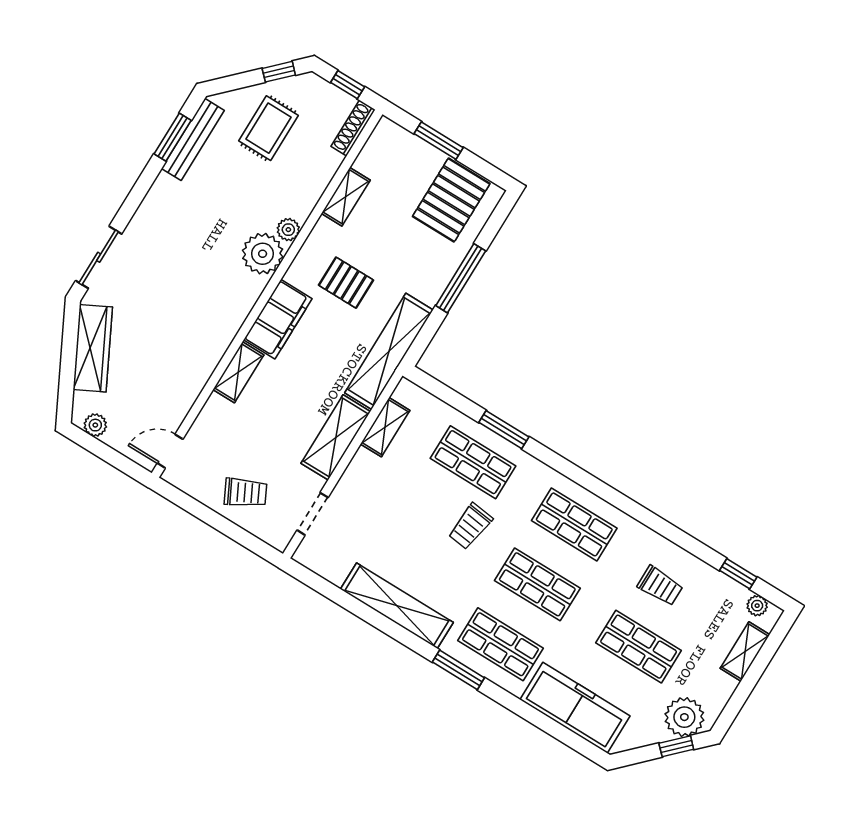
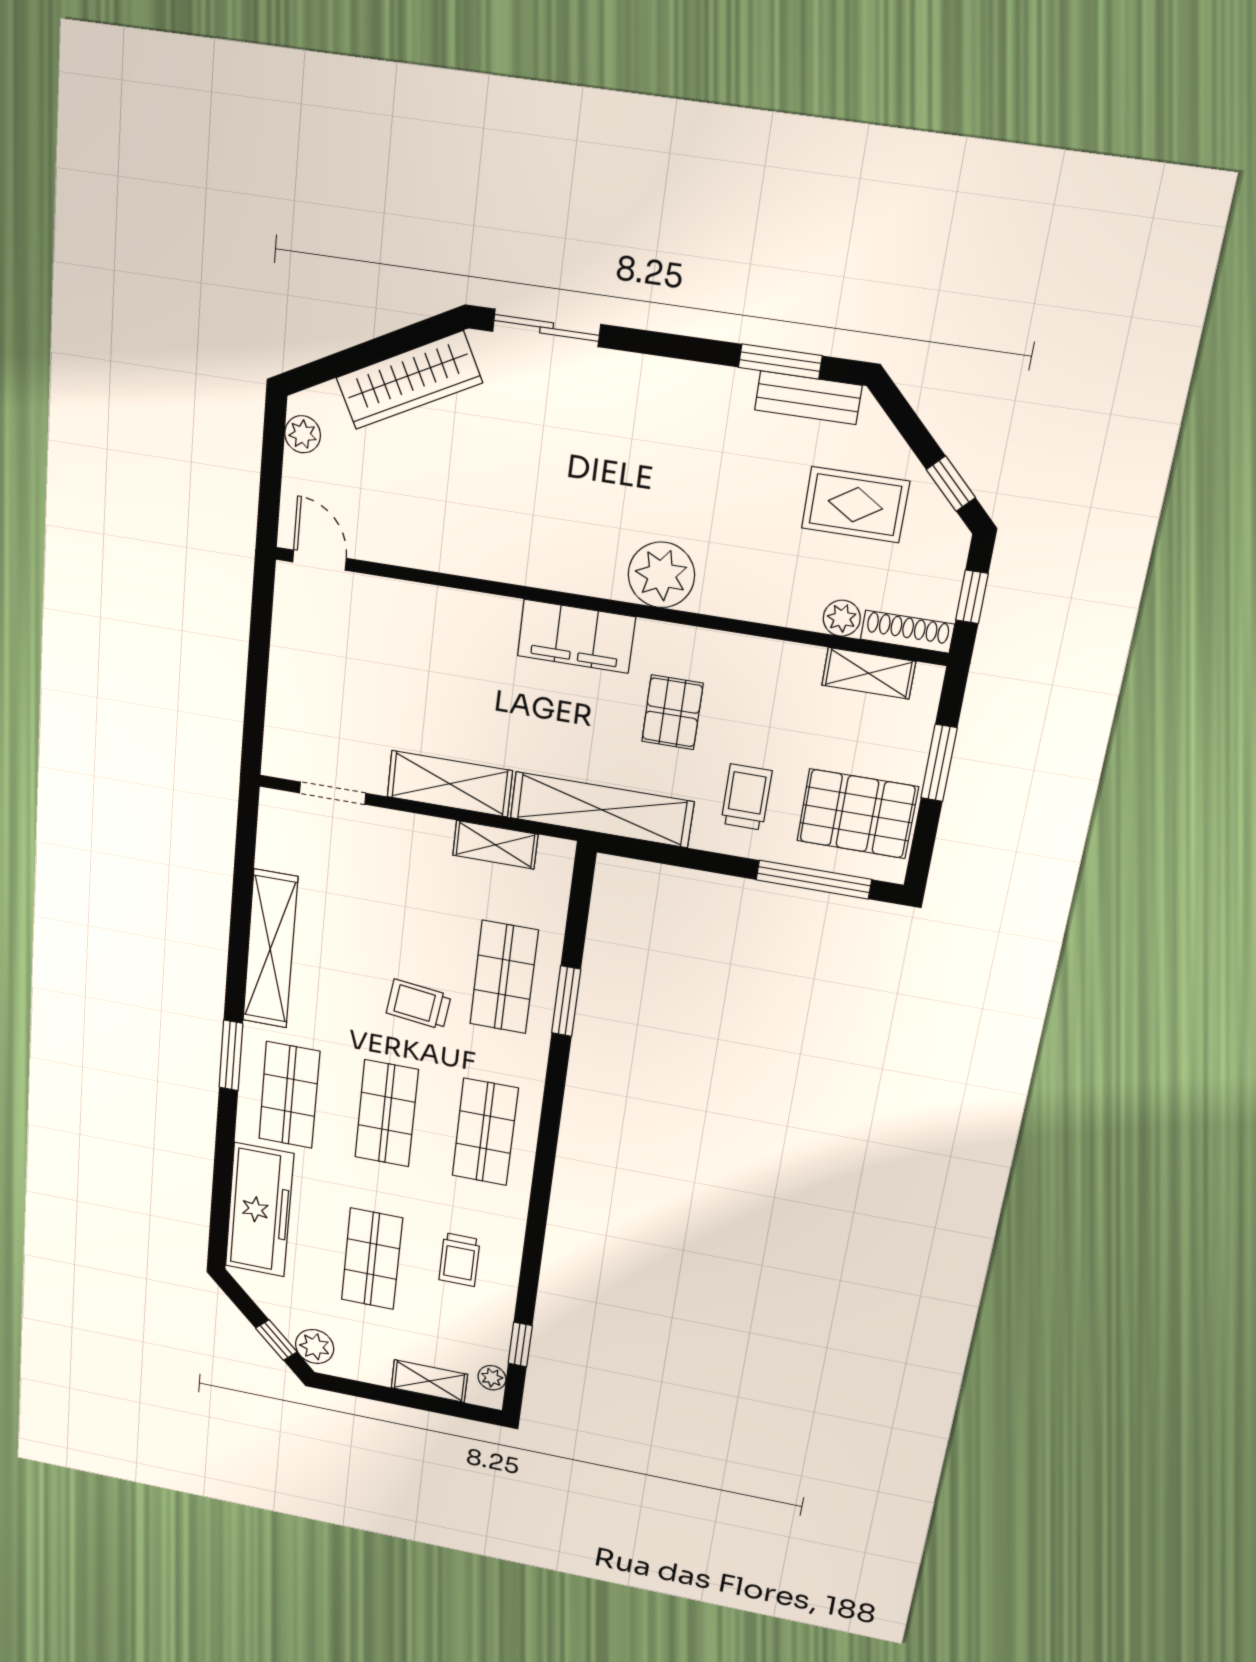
bench: (193, 139) -> (808, 398), width x0.73
shelving: (346, 197) -> (869, 673), moved
plant: (288, 230) -> (842, 618), moved
window: (461, 278) -> (814, 880), moved
shelving: (238, 372) -> (475, 611), removed
trolley: (245, 493) -> (746, 797), moved, turned -153
plant: (684, 717) -> (315, 1346), width x0.73, depth x0.73

